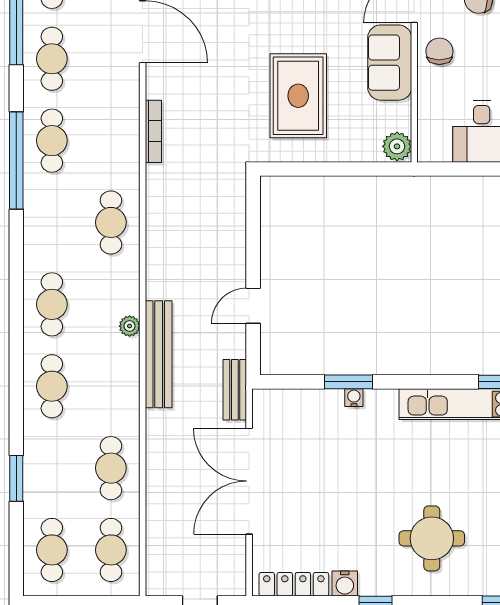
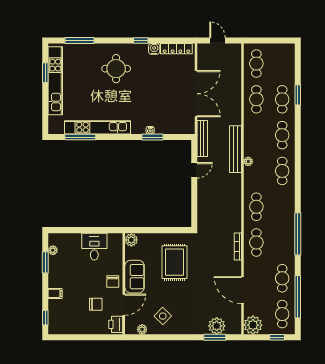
cafe table: (52, 141) -> (256, 242), moved
bench: (235, 390) -> (202, 138), width x1.36
cafe table: (52, 550) -> (282, 99), moved

